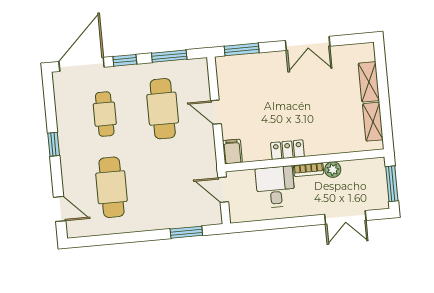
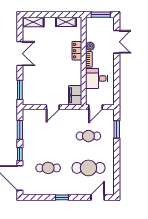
shelving: (369, 82) -> (33, 22), moved
cafe table: (163, 109) -> (88, 136), moved, width x0.73, depth x0.74
locker: (287, 150) -> (77, 51), moved
filing cabinet: (232, 152) -> (75, 95), width x2.00

